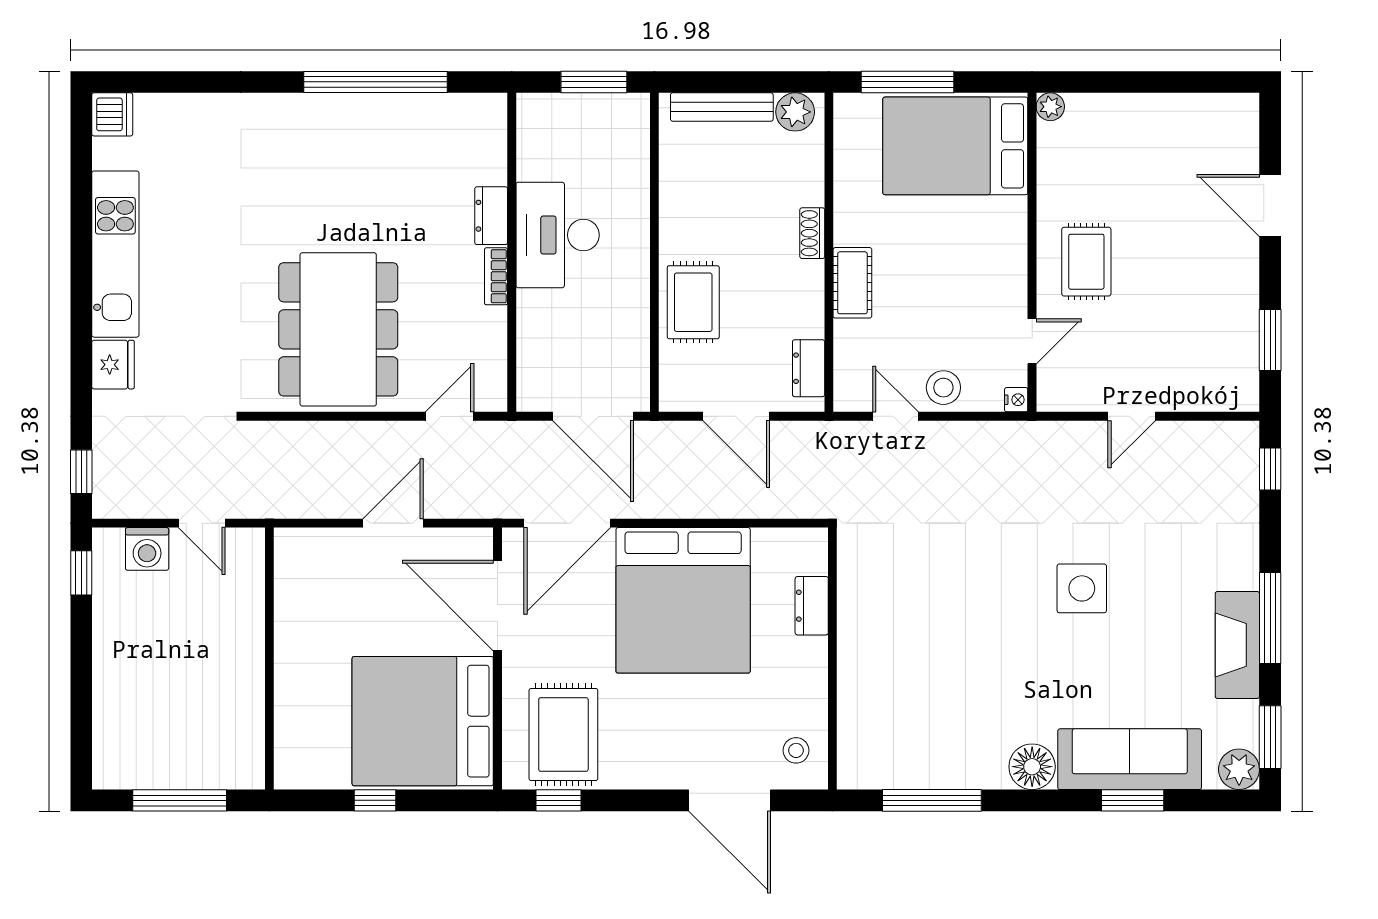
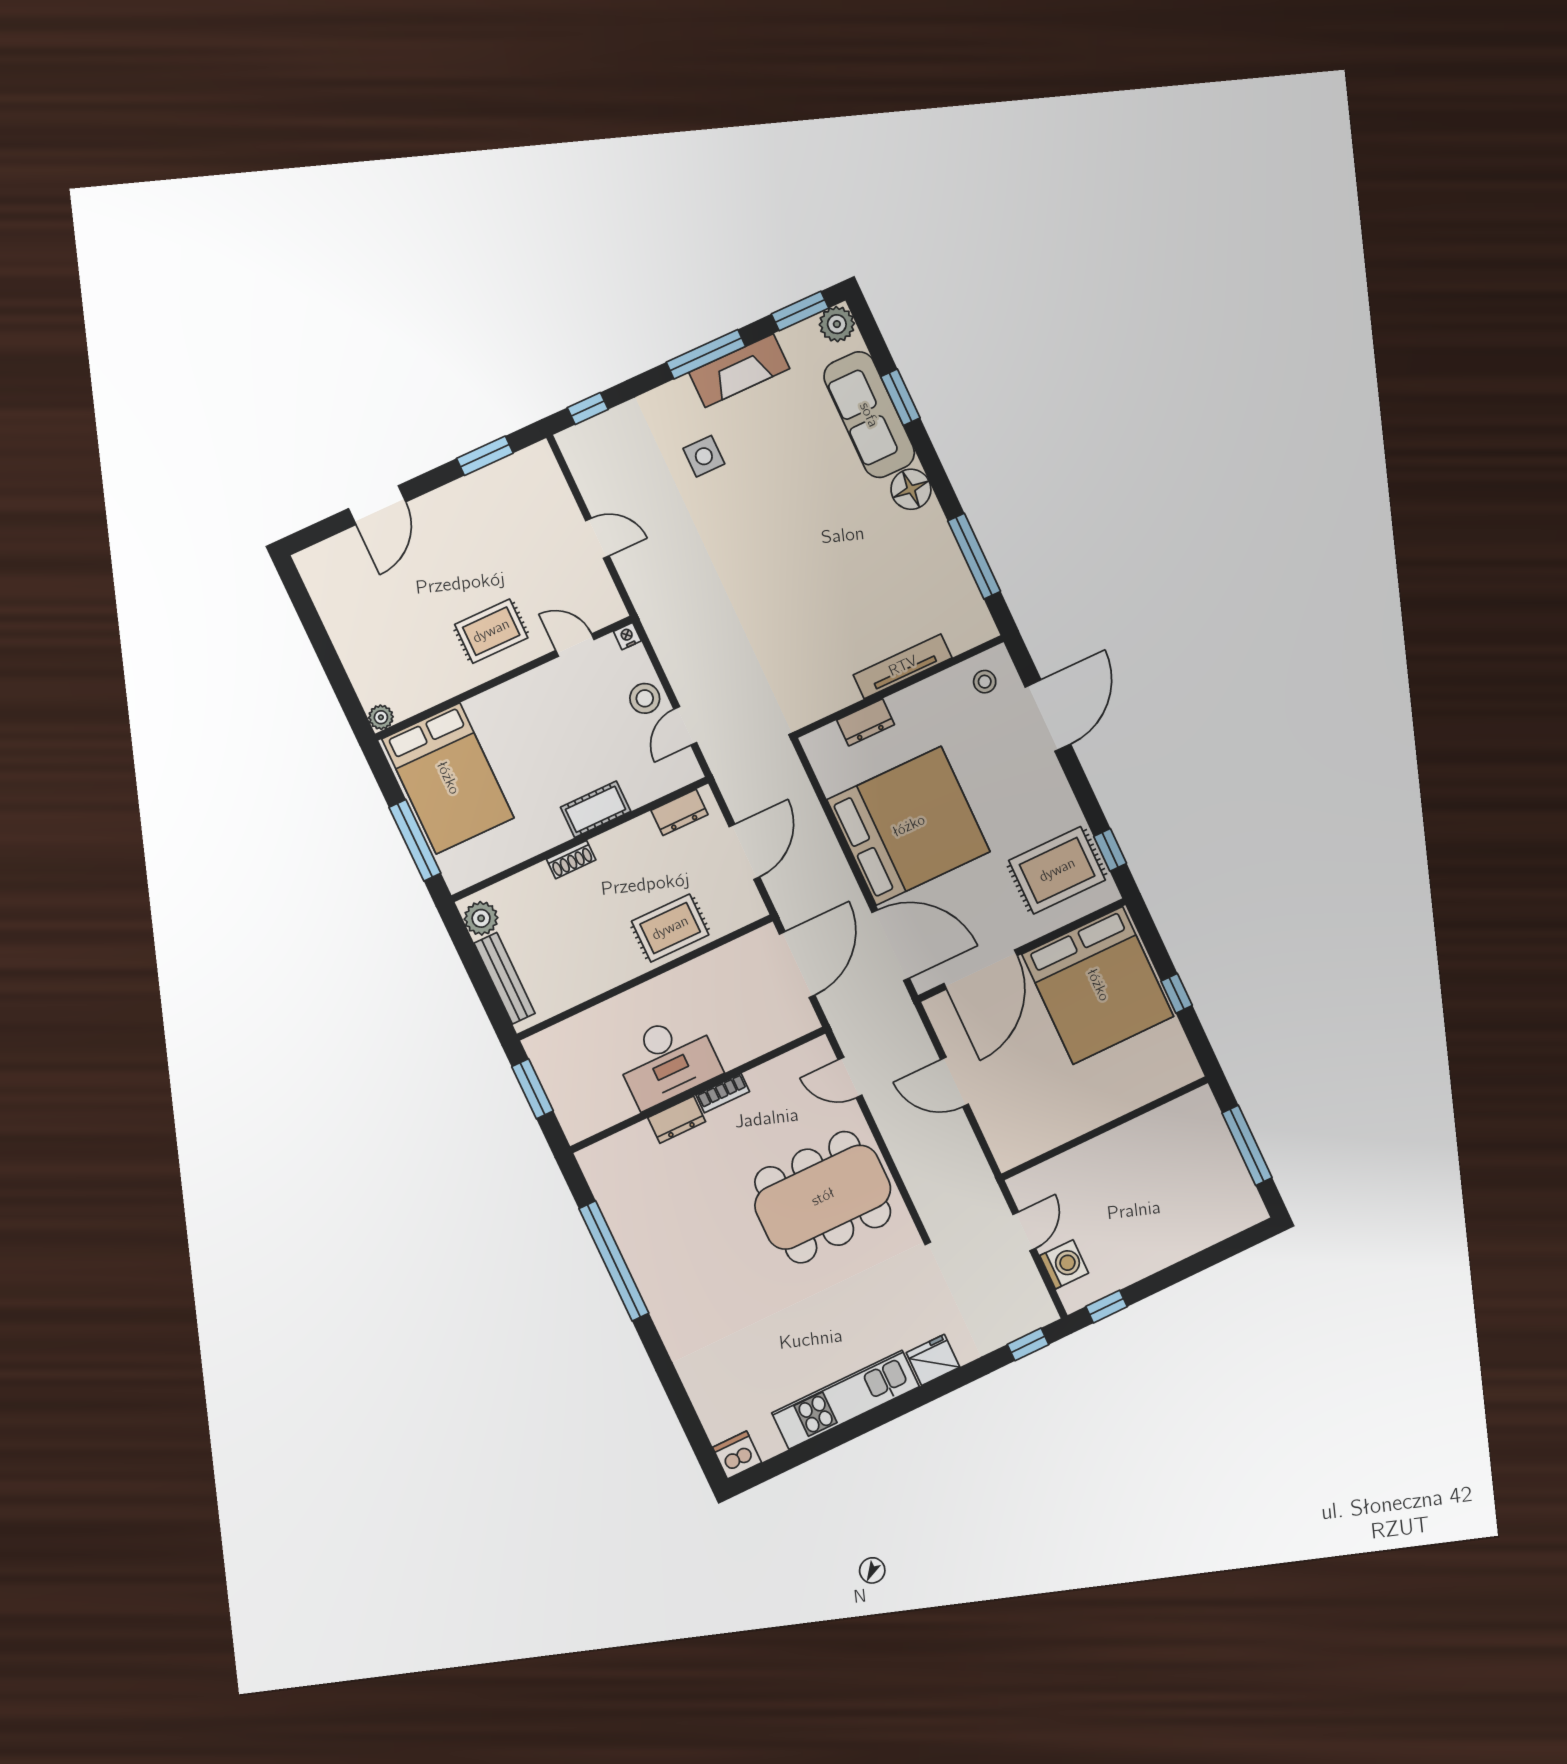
side table: (1082, 588) -> (704, 456), moved, width x0.73, depth x0.73
tv unit: (852, 672) -> (903, 666), added

